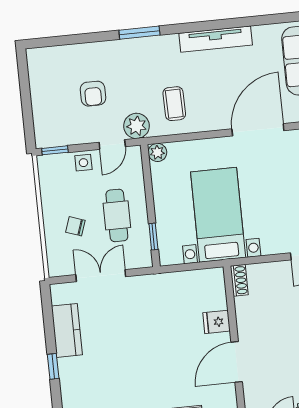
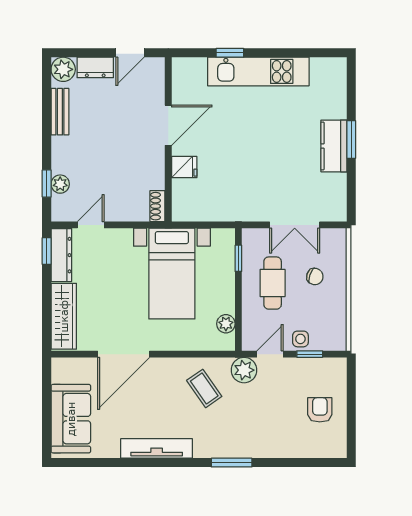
armchair: (93, 94) -> (320, 410), moved
coffee table: (174, 104) -> (204, 388), turned -34
window: (55, 150) -> (310, 354), moved
plant: (157, 152) -> (226, 324), moved
kitchen counter: (67, 330) -> (334, 146), moved
window: (53, 366) -> (351, 139), width x1.50

